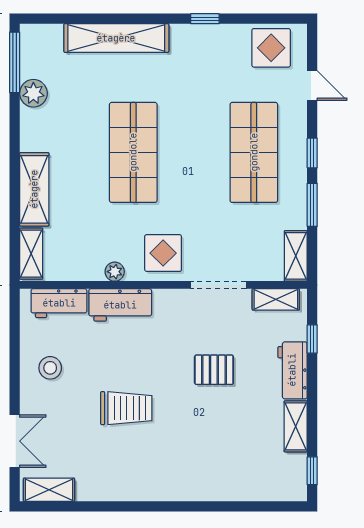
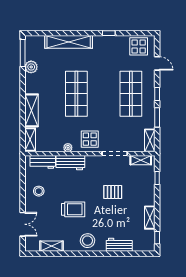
workbench: (292, 370) -> (119, 245), moved, turned 90
stool: (158, 477) -> (88, 241), added
shelving: (49, 490) -> (52, 246), moved

